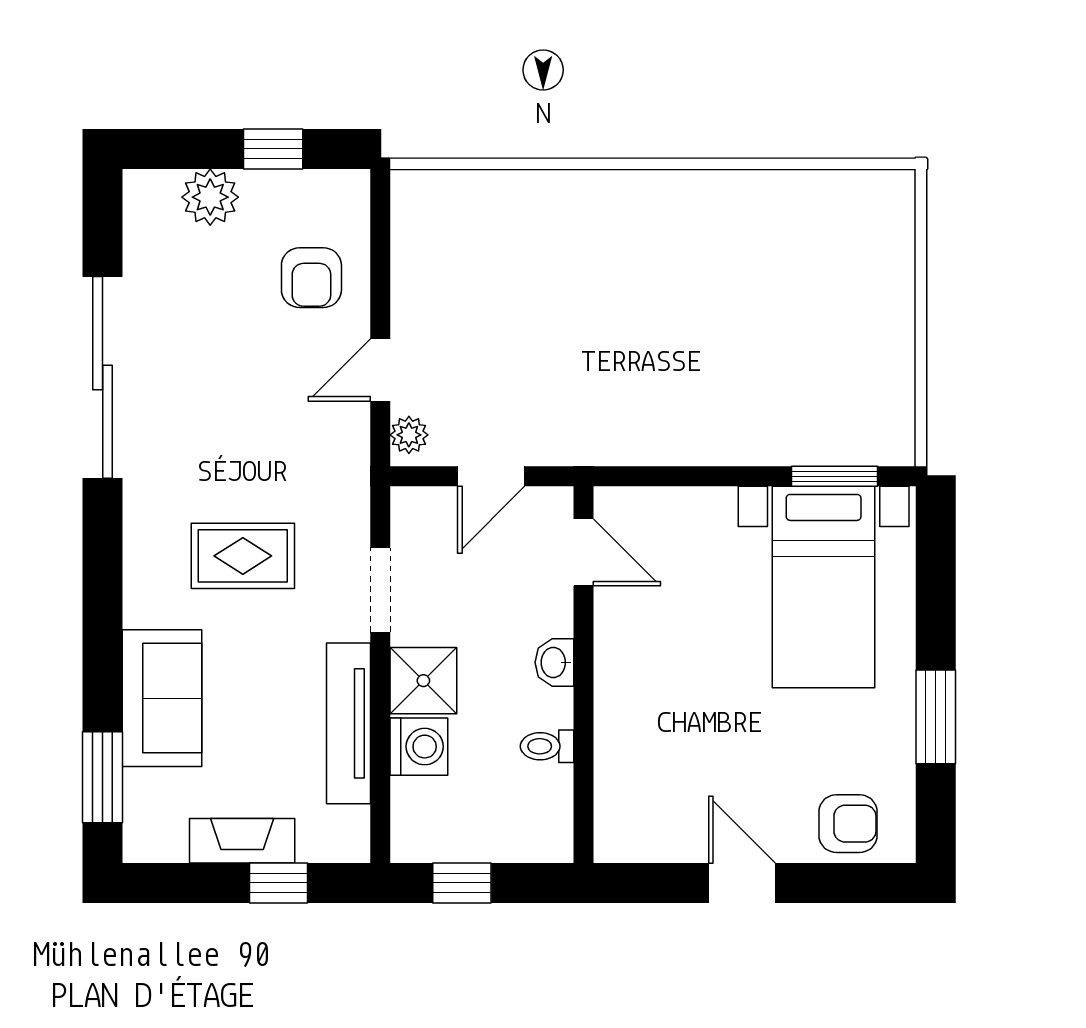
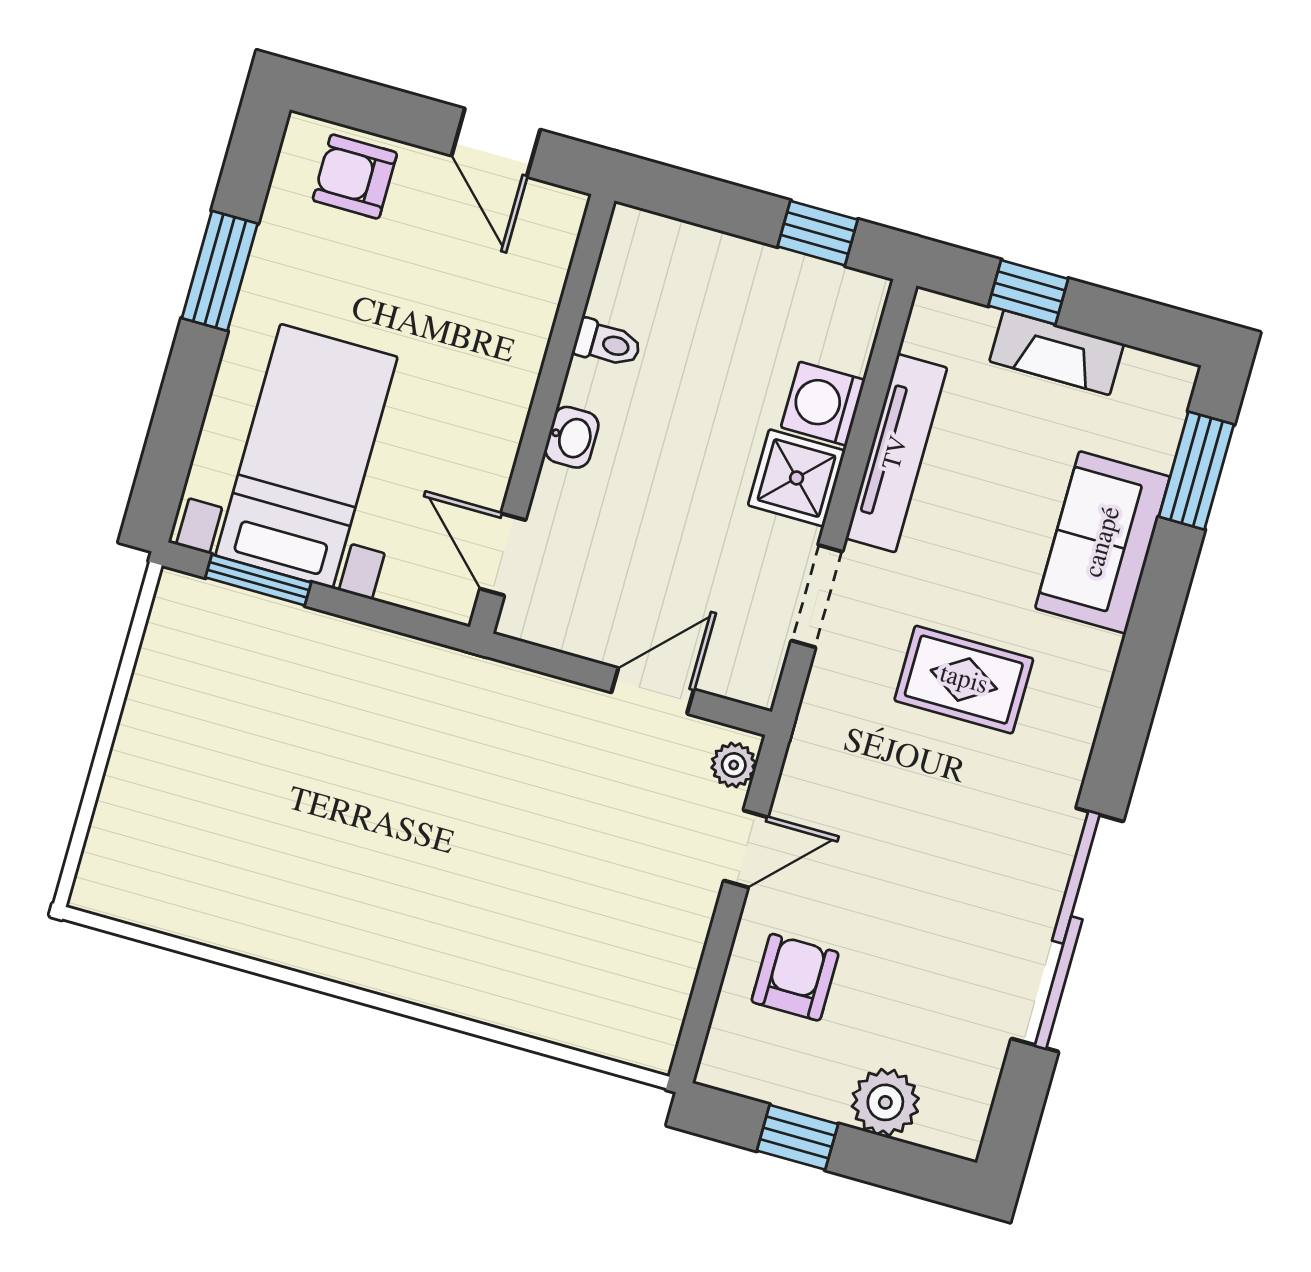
door: (584, 552) -> (503, 554), moved
washbasin: (554, 662) -> (572, 437), moved
wall: (584, 675) -> (542, 414), moved
toilet: (547, 746) -> (607, 343), moved

